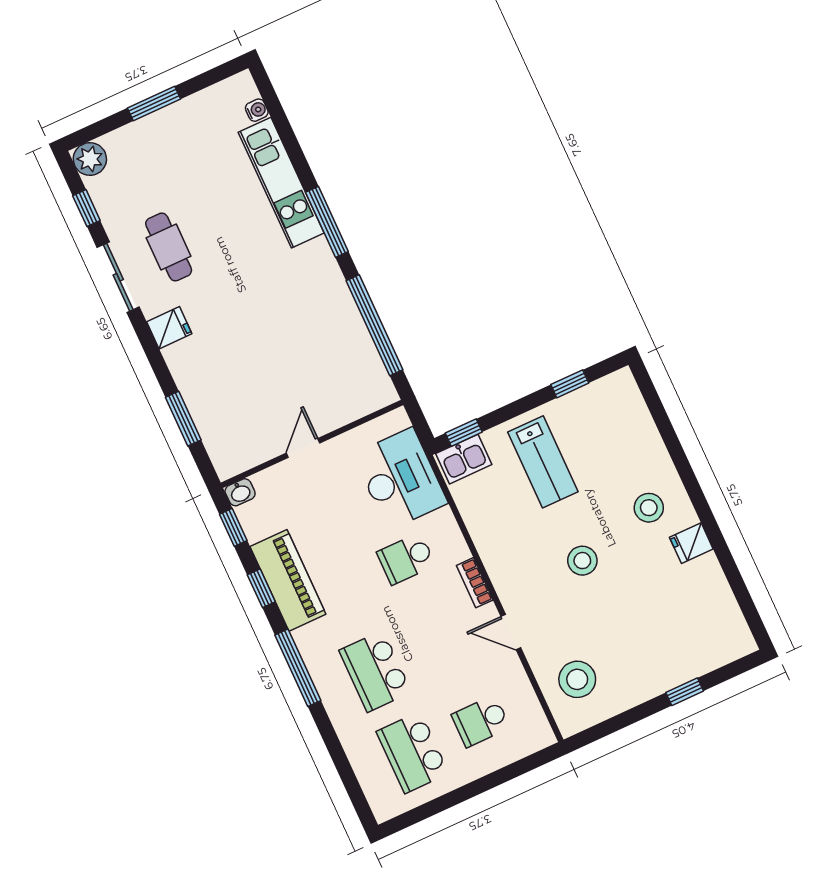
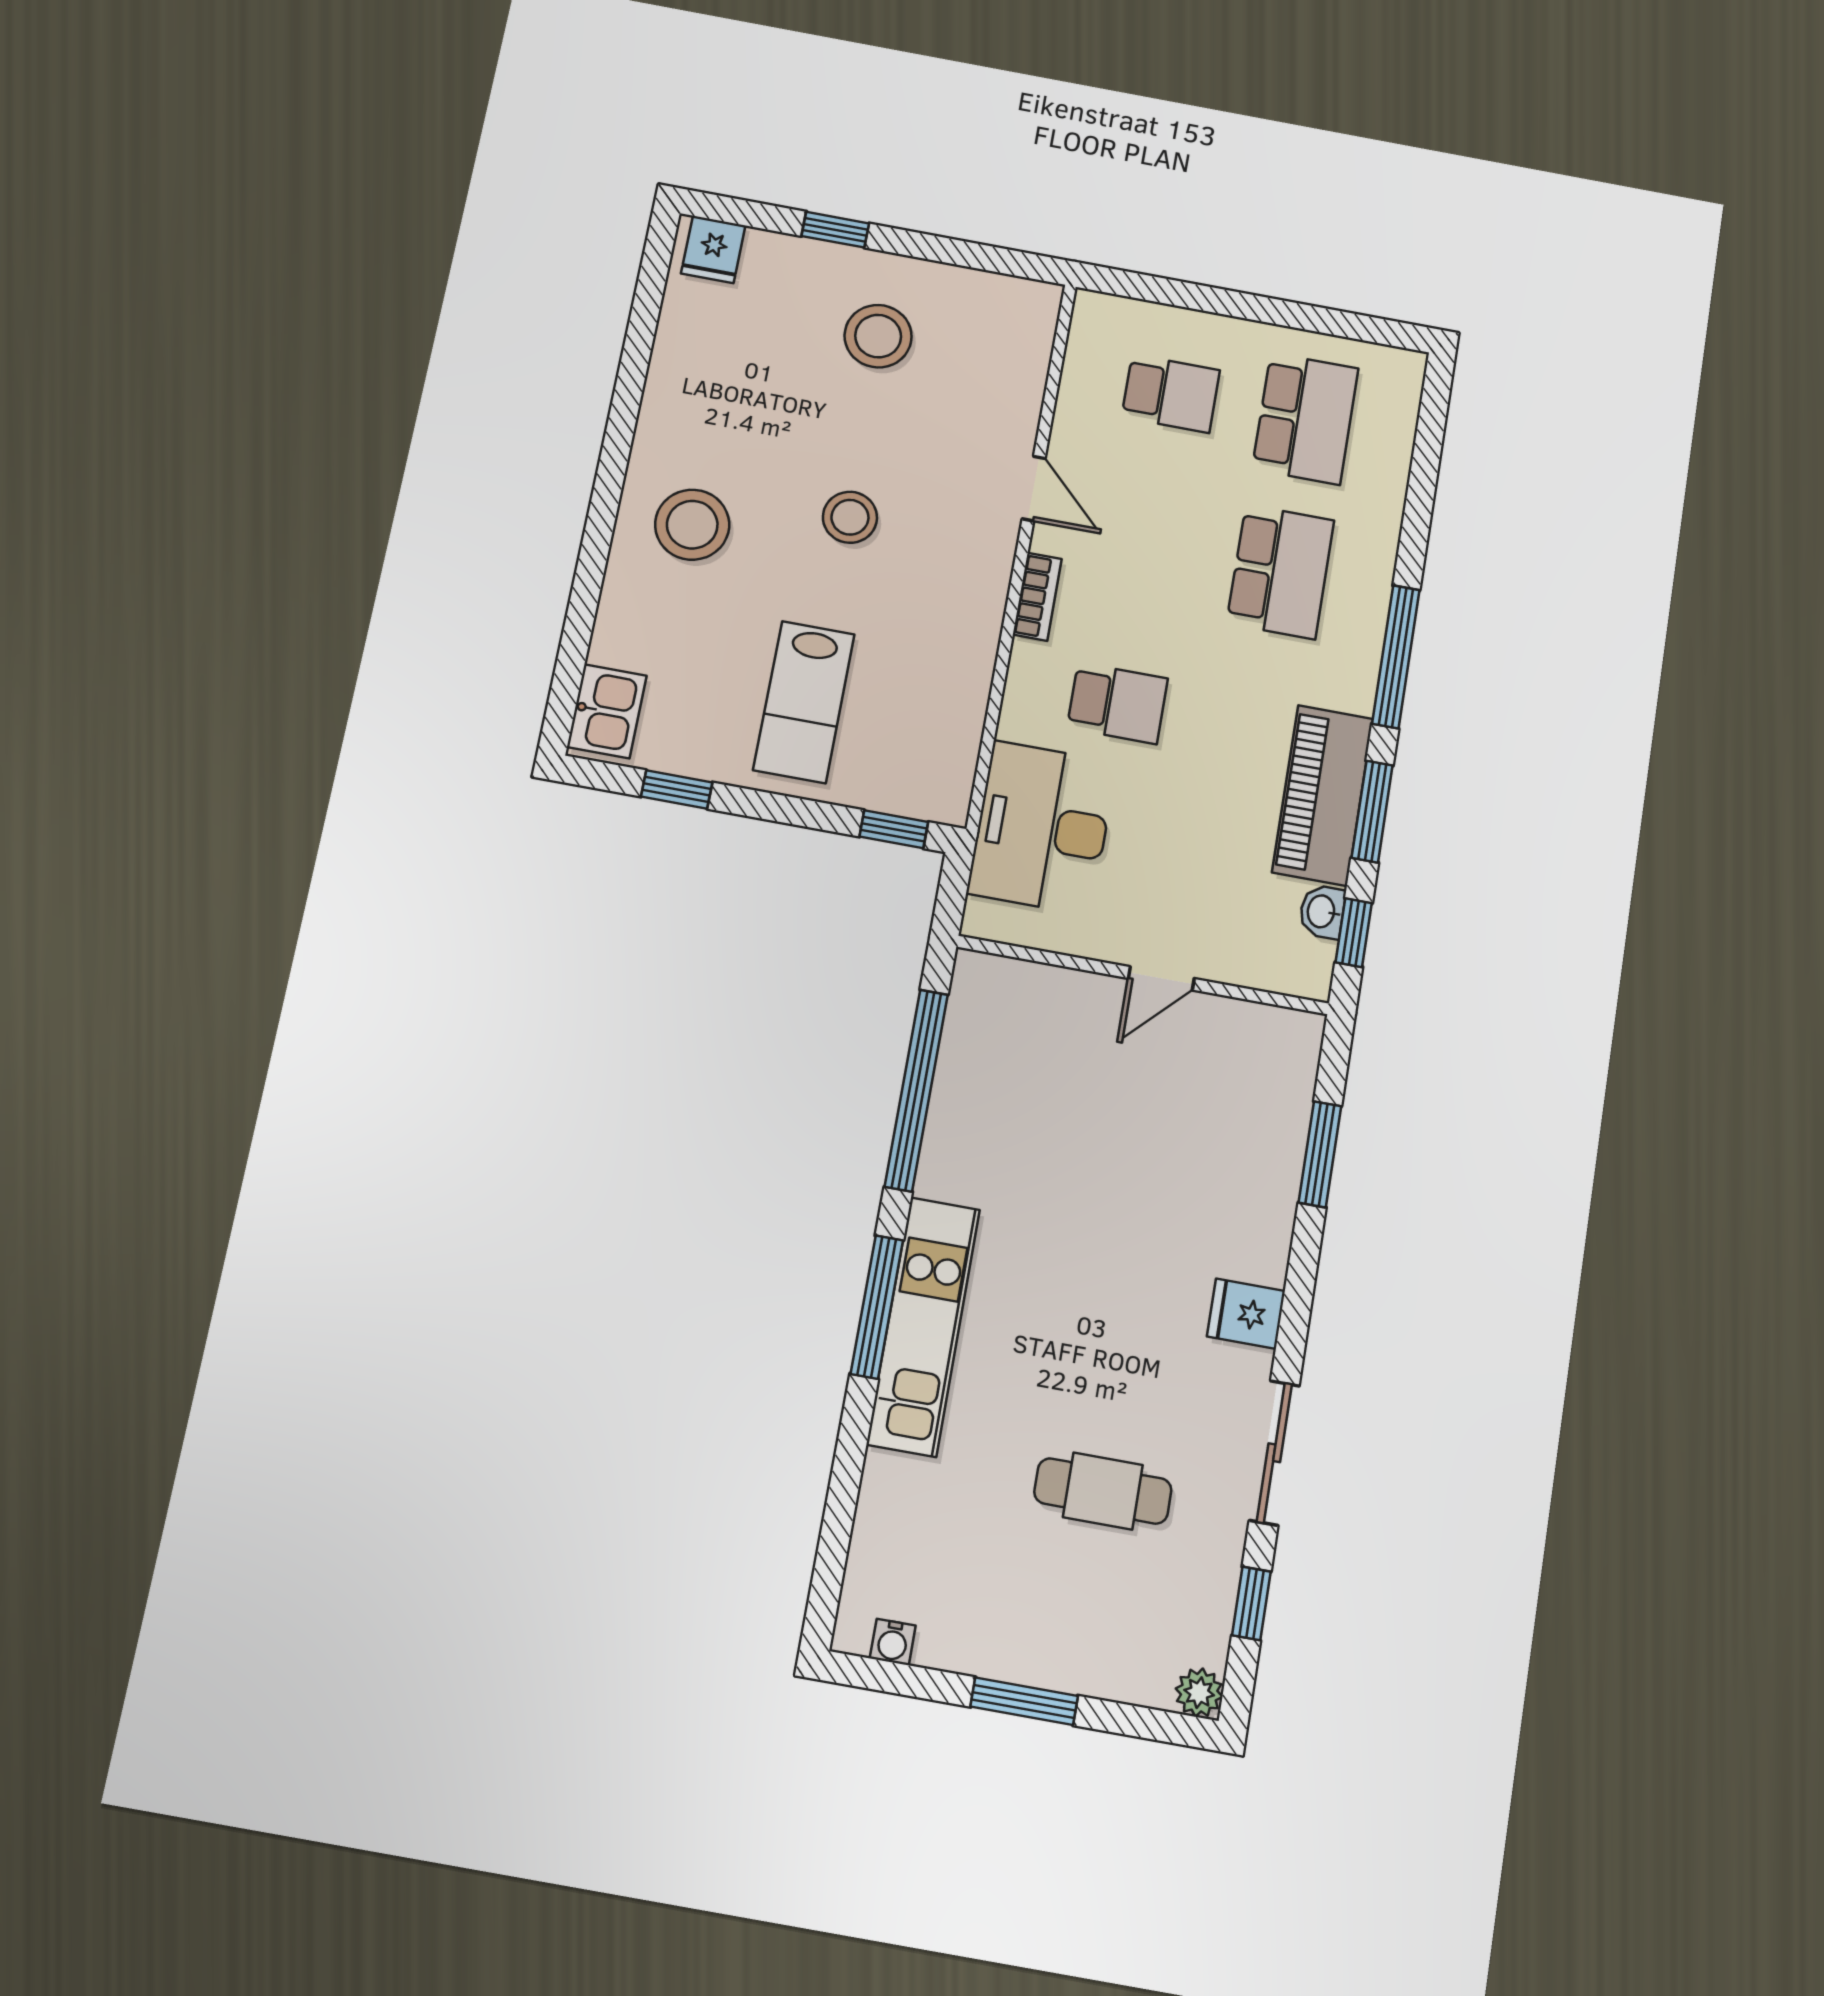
water cooler: (257, 110) -> (893, 1642), moved, turned -90
plant: (90, 159) -> (1199, 1693), width x0.73, depth x0.73
kitchen unit: (281, 183) -> (923, 1326), moved
cafe table: (169, 247) -> (1103, 1491), moved, turned 90
kitchen sink: (464, 459) -> (607, 711), moved, turned 90
lab bench: (543, 462) -> (804, 702), turned 180
washbasin: (240, 492) -> (1322, 912), moved, turned -90
stool: (649, 508) -> (692, 525), width x1.38, depth x1.38
fridge: (691, 543) -> (713, 249), moved, turned 90
window: (261, 588) -> (1372, 811), width x1.50
stool: (577, 679) -> (878, 336), moved

